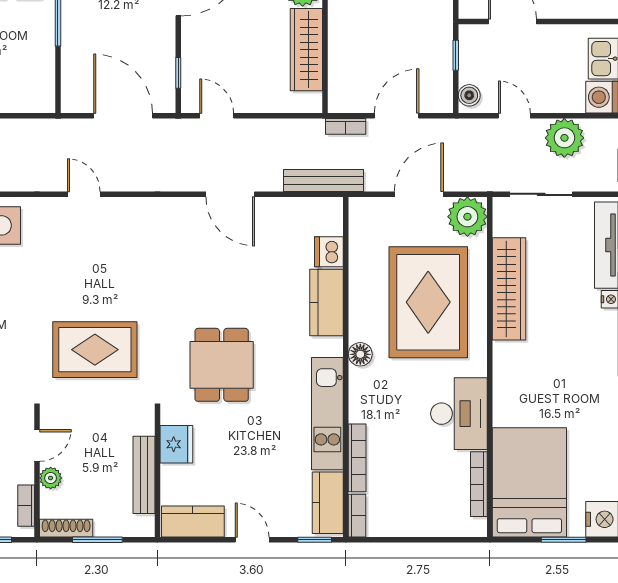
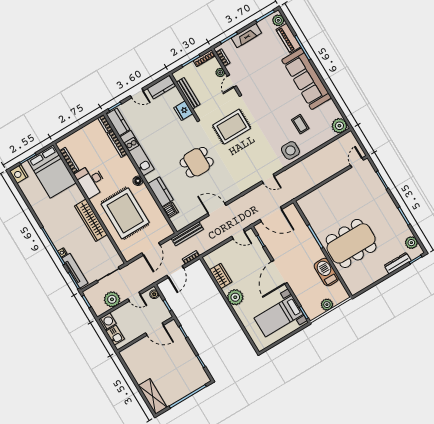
wardrobe: (306, 50) -> (221, 276), width x0.67
plant: (467, 217) -> (129, 251), removed
wardrobe: (509, 289) -> (91, 220), moved
dining table: (222, 365) -> (197, 162), moved, turned 90

